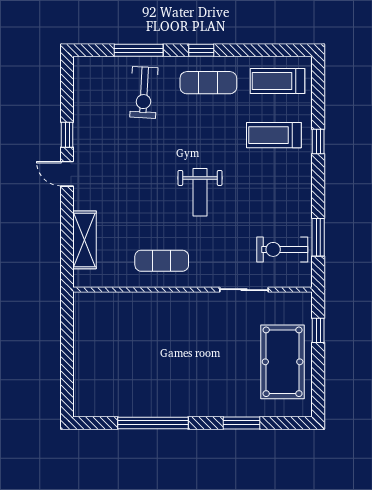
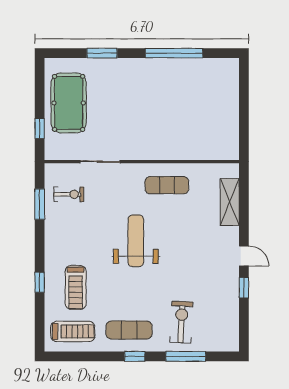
treadmill: (274, 135) -> (76, 287), turned 90
weight bench: (200, 192) -> (136, 241), width x1.36, depth x1.33
exercise bike: (282, 249) -> (69, 194), width x0.73, depth x0.72

